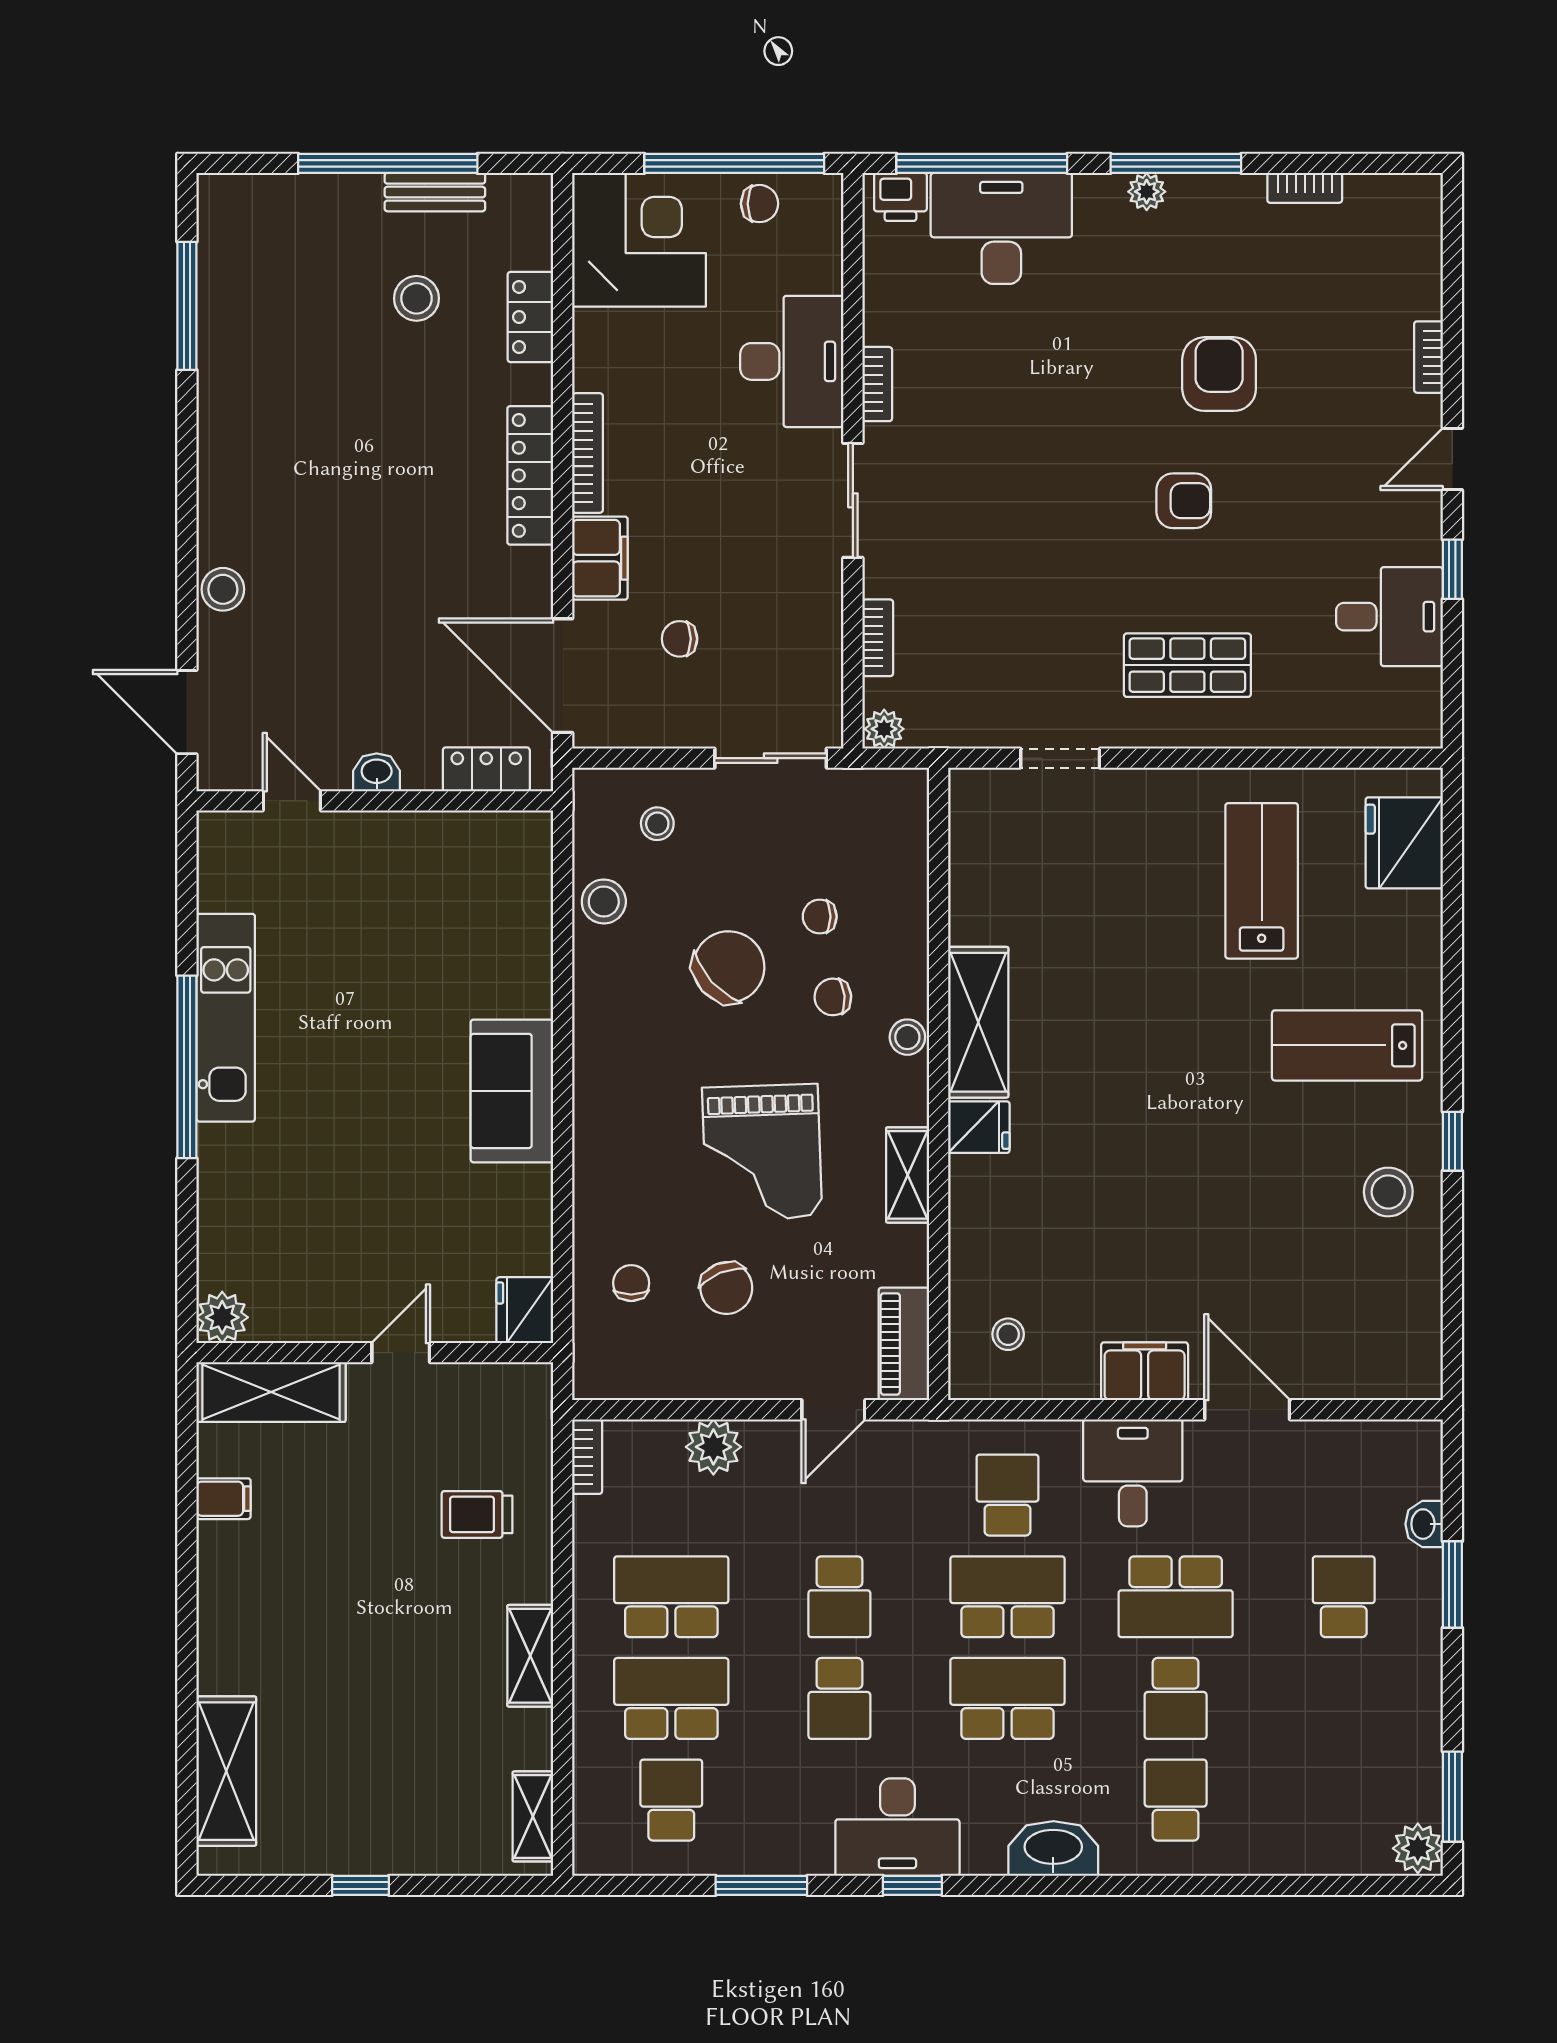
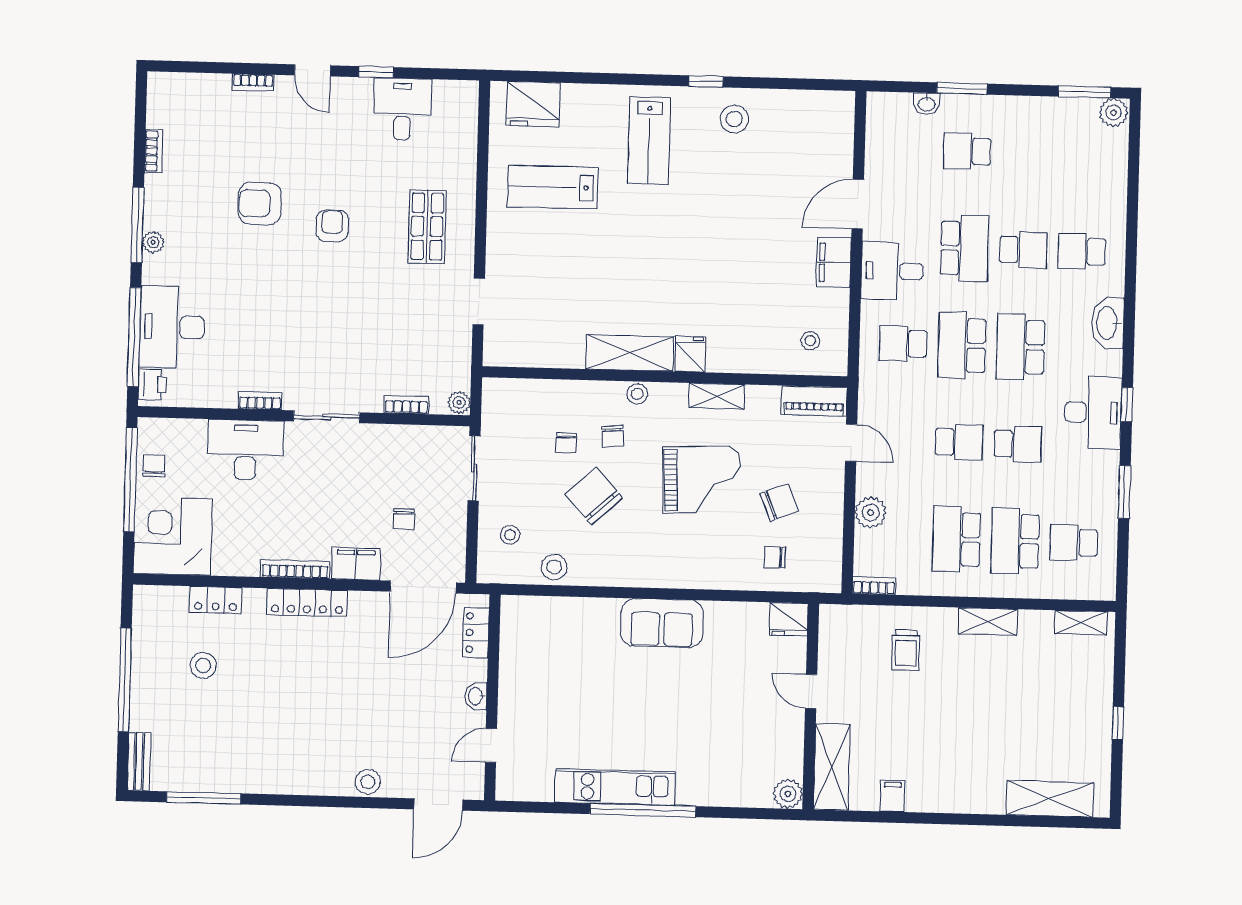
bench: (435, 192) -> (139, 762), moved

